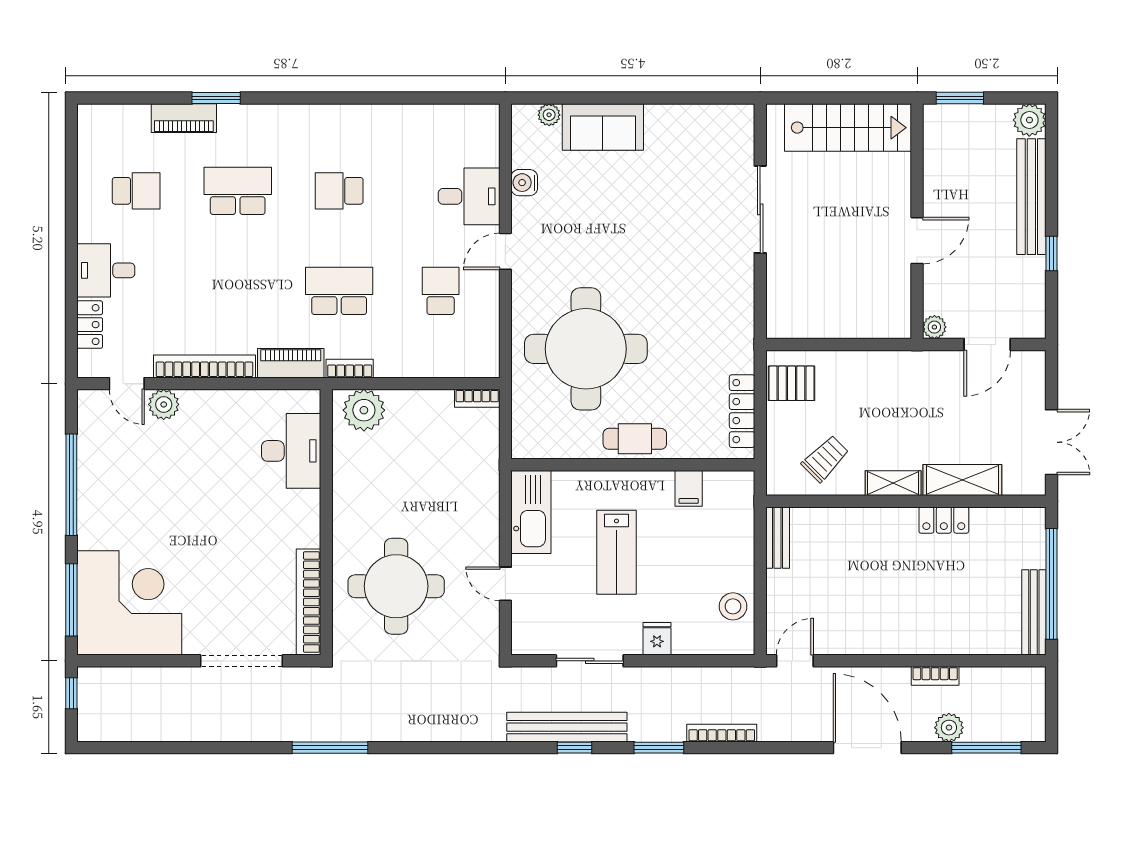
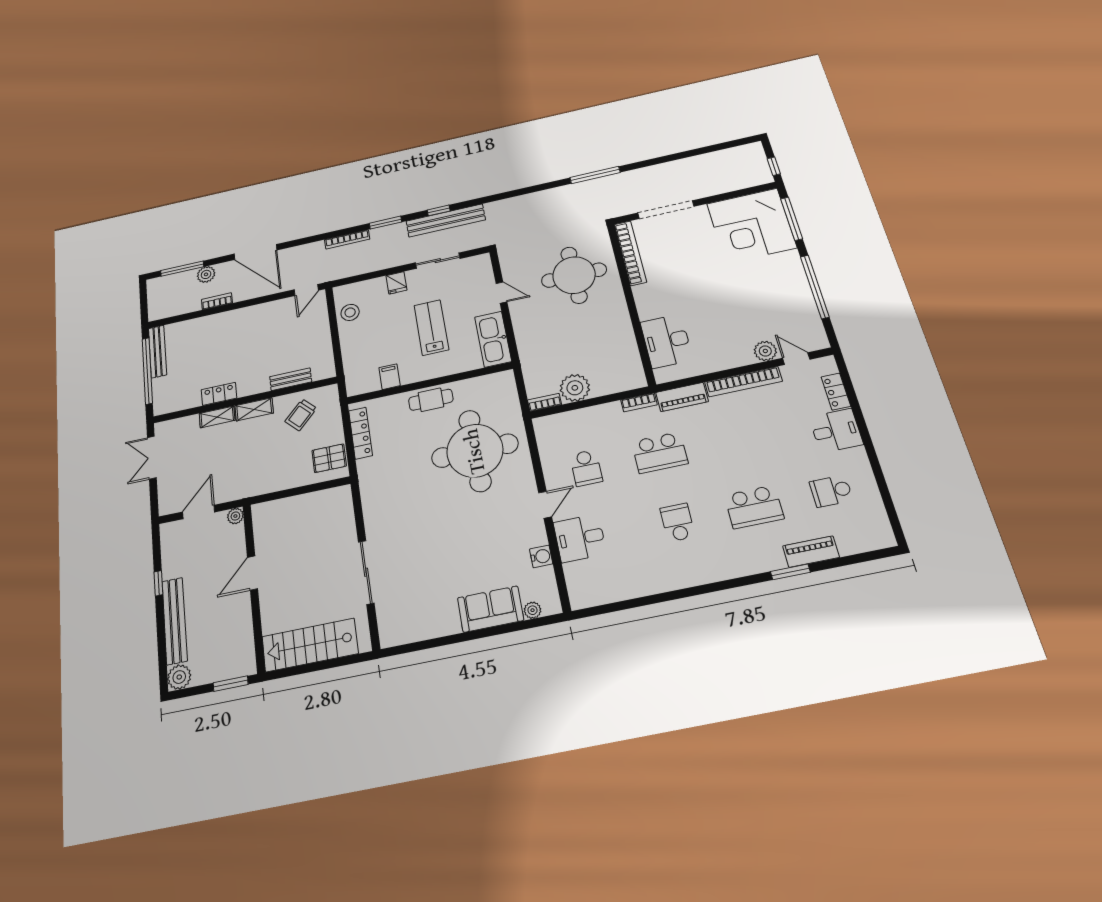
school desk: (339, 191) -> (678, 522), turned -90
plant: (364, 410) -> (575, 388), moved
shelving: (962, 480) -> (217, 417), width x0.67, depth x0.75
bench: (778, 538) -> (291, 379), moved, turned 90

